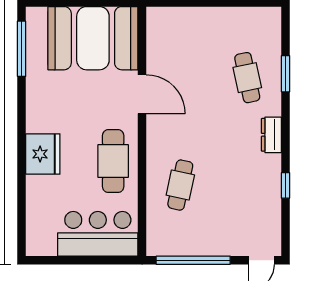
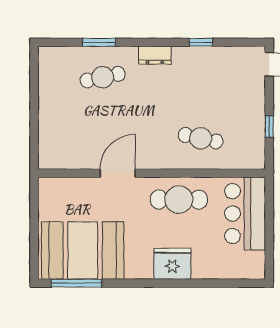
booth: (93, 38) -> (83, 251), moved, turned 90
window: (193, 260) -> (269, 127), width x0.32

